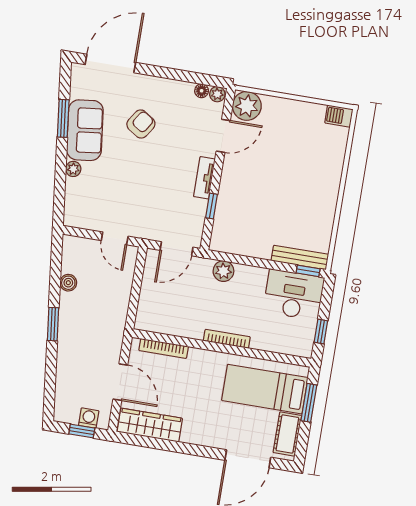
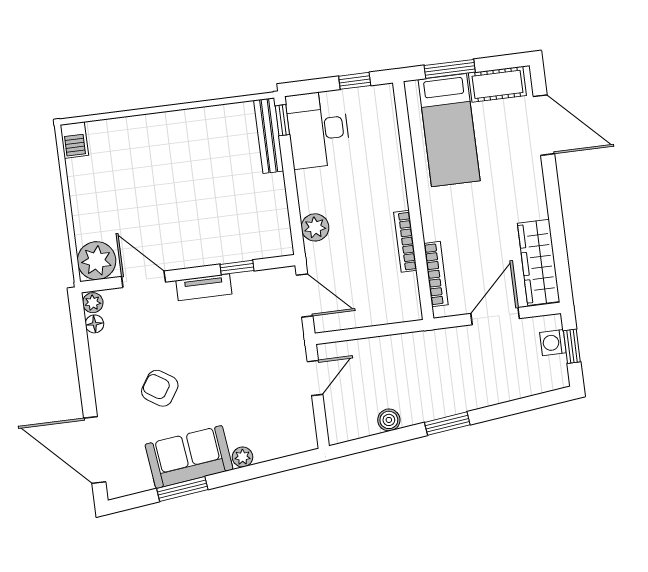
bookcase: (227, 339) -> (405, 241), moved

